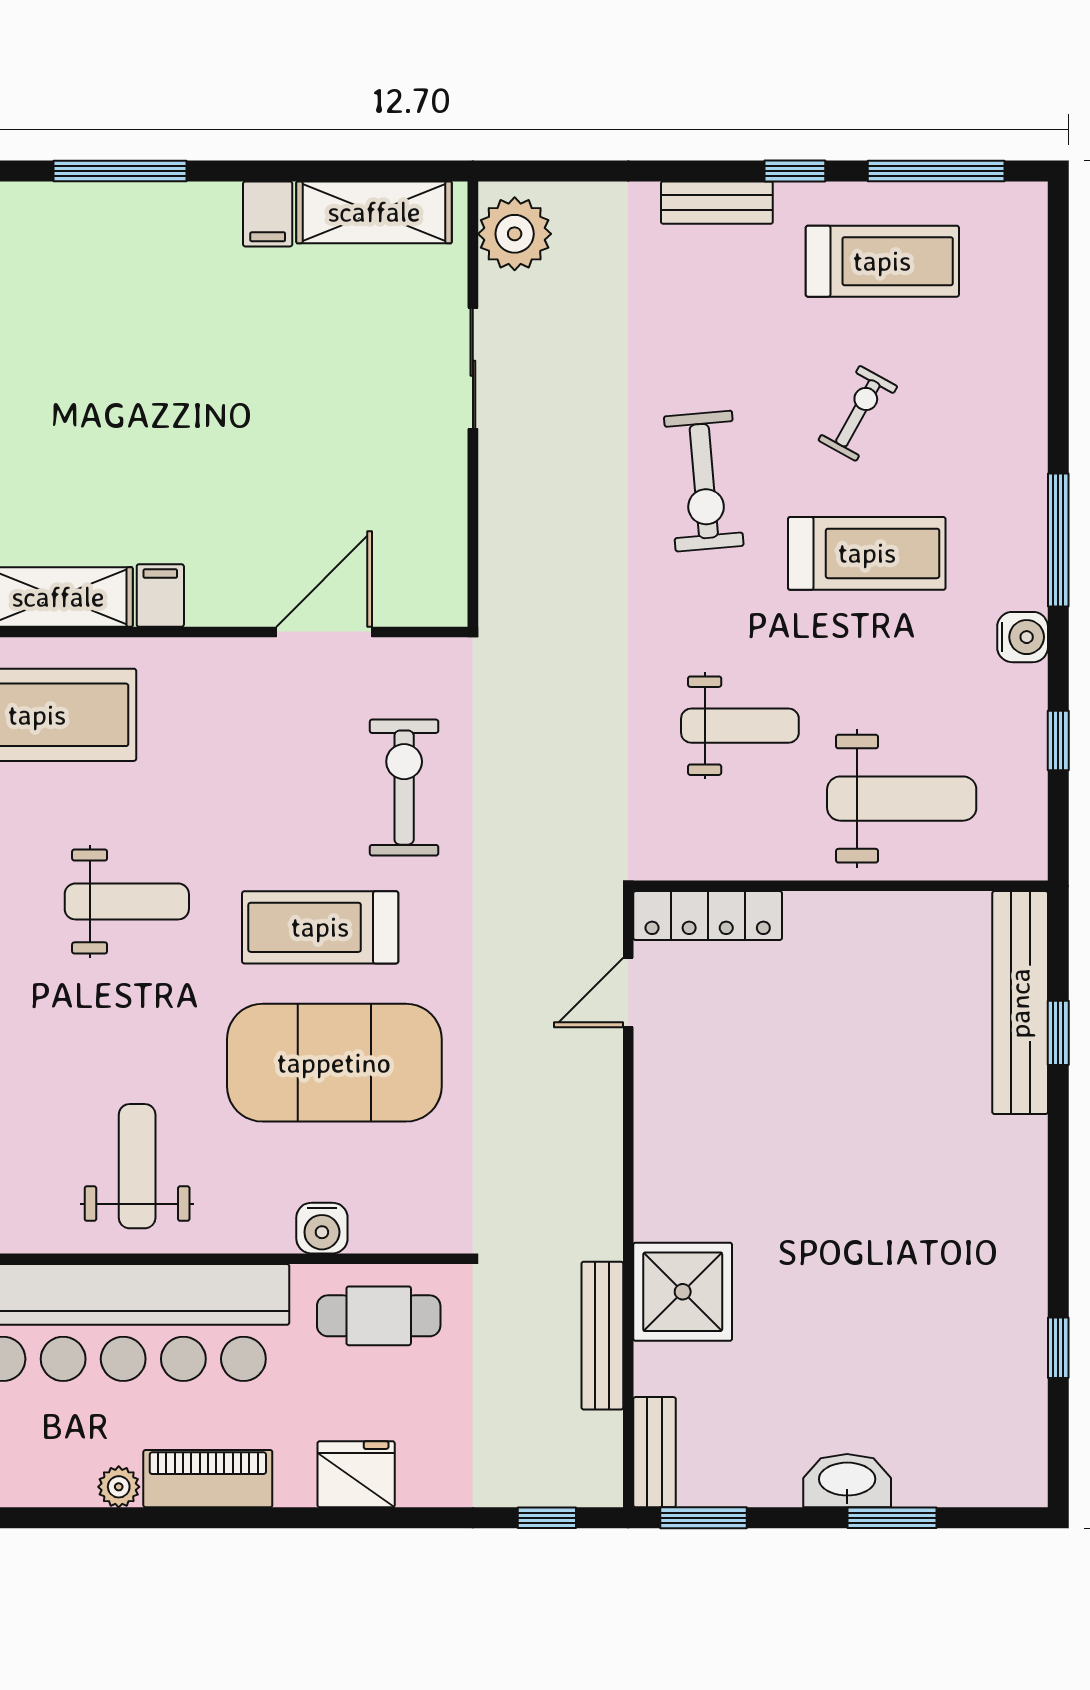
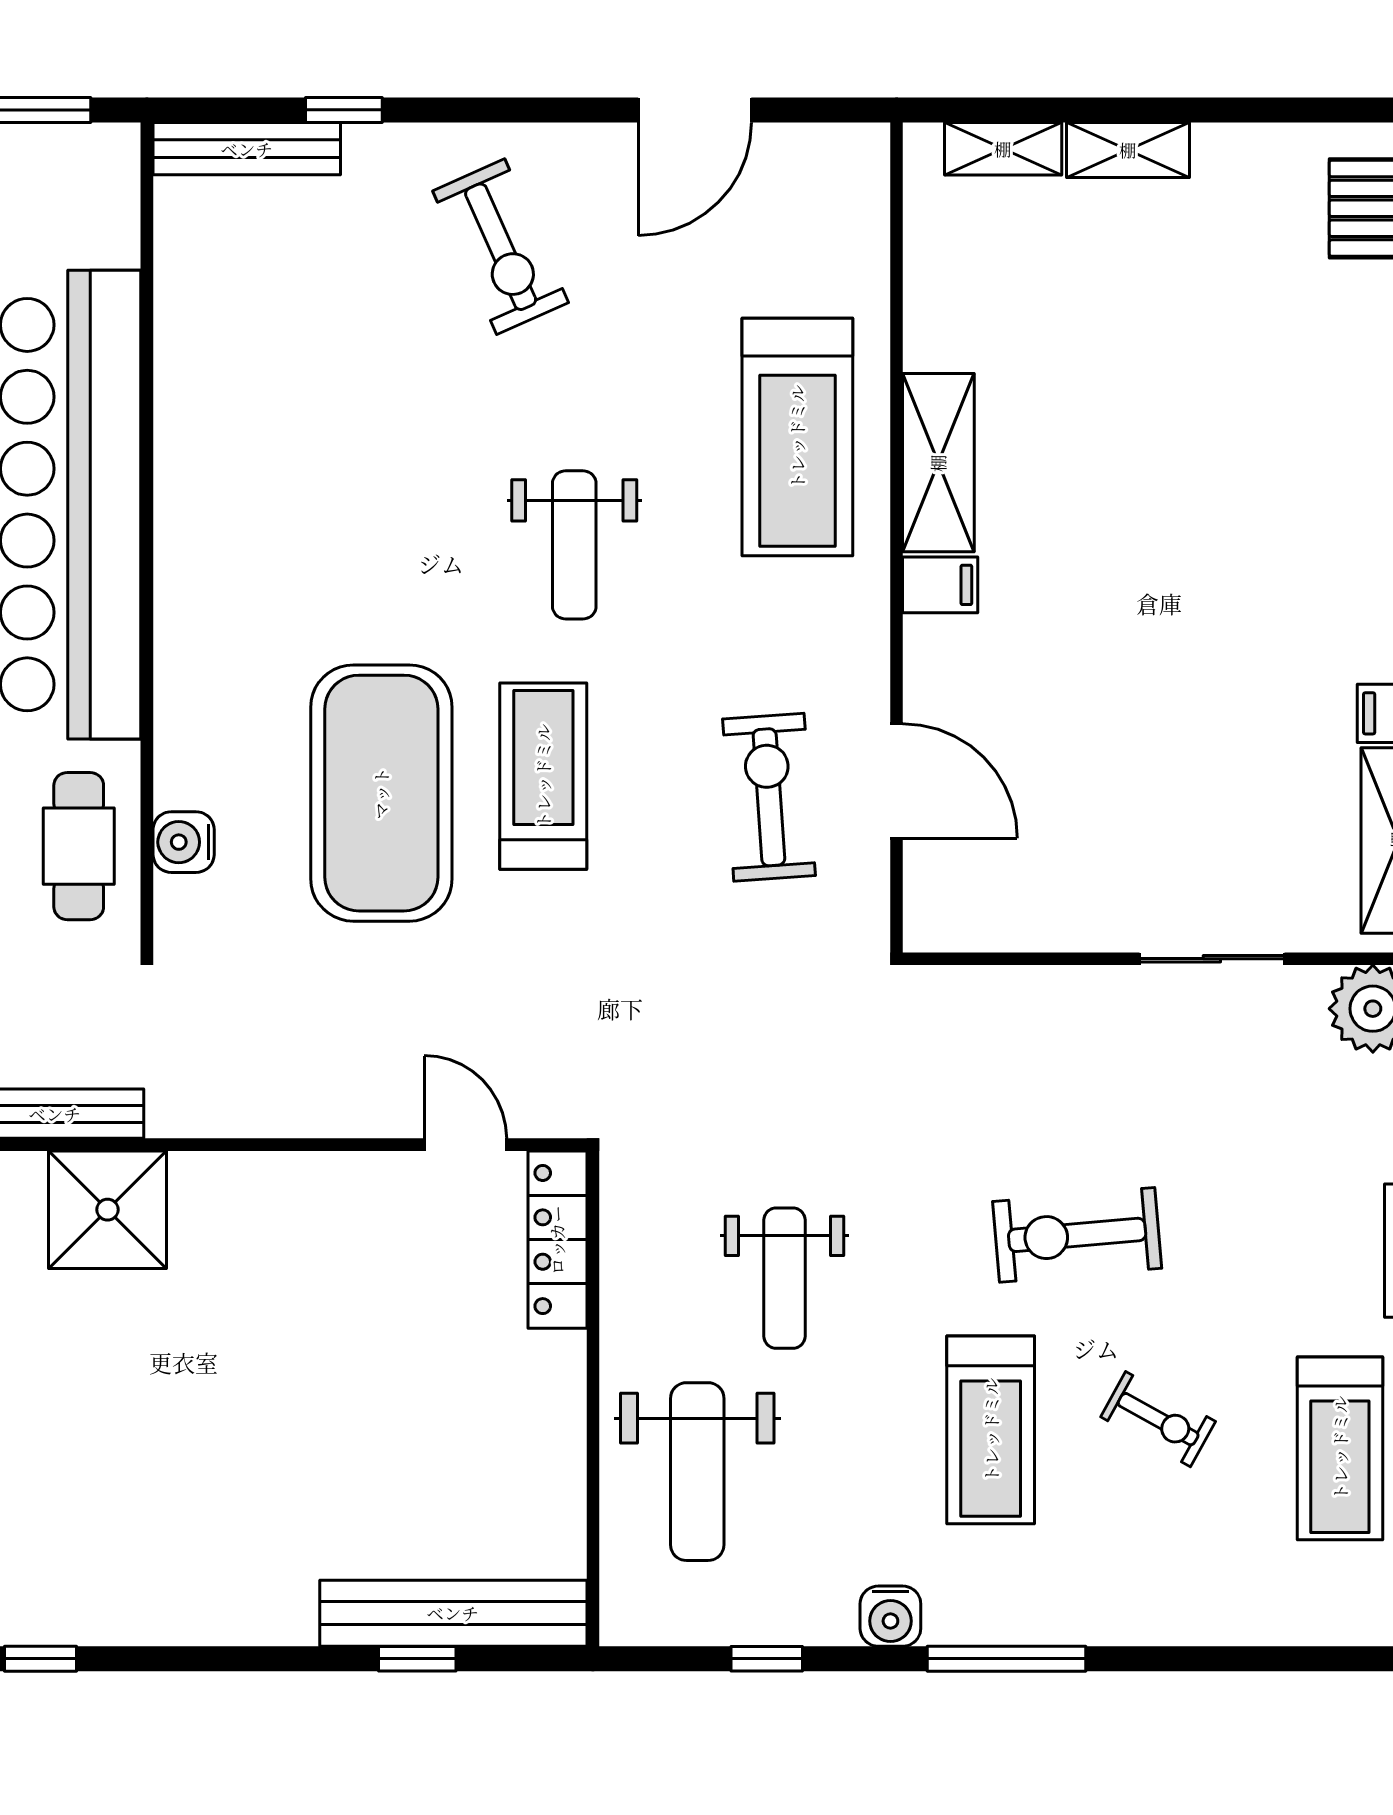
exercise bike: (404, 788) -> (769, 797), moved, turned -94
weight bench: (137, 1166) -> (258, 557), removed
water cooler: (322, 1228) -> (184, 842), moved

